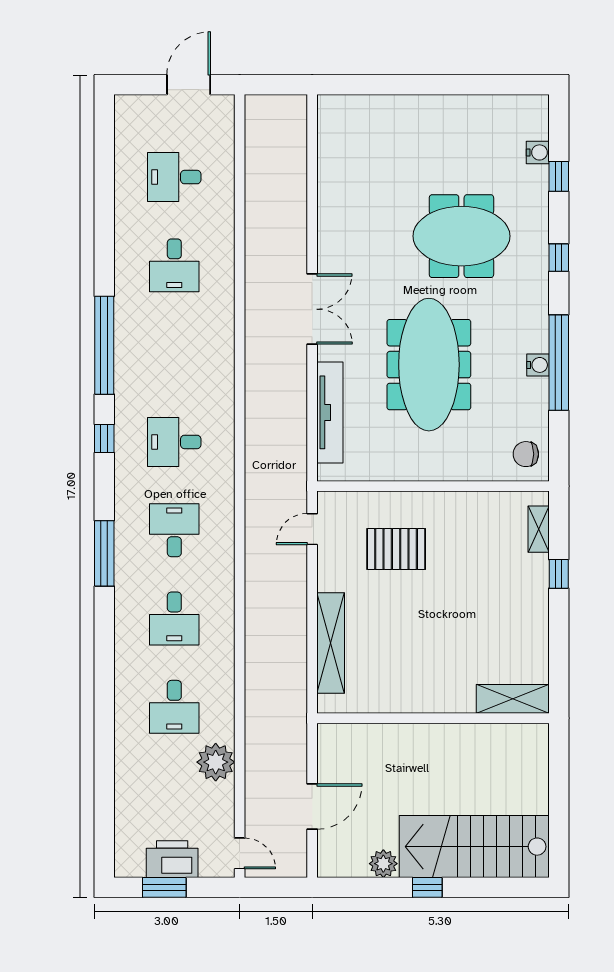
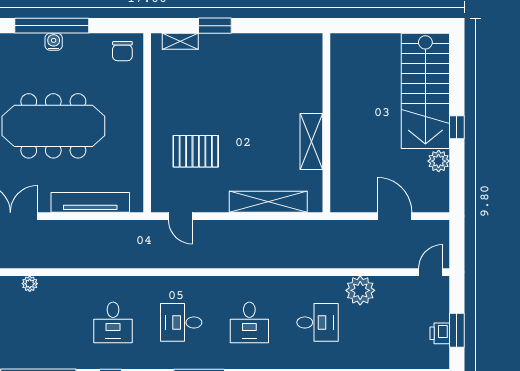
plant: (225, 334) -> (30, 284), added
pallet: (396, 549) -> (196, 151), turned 90
window: (559, 574) -> (215, 26), width x1.50
desk: (174, 619) -> (249, 322), turned 90
shelving: (513, 699) -> (311, 141), moved
printer: (172, 859) -> (440, 333), width x0.53, depth x0.68

